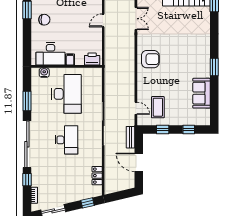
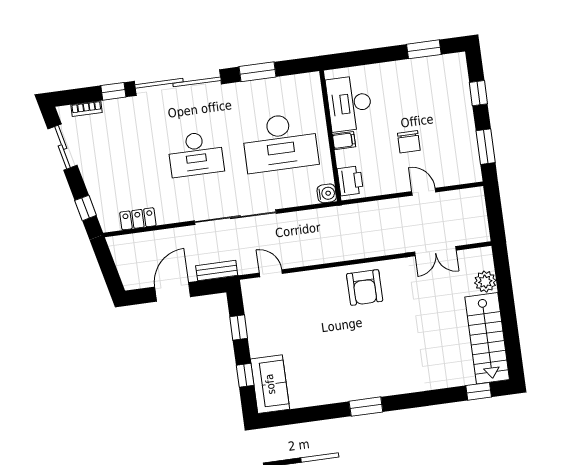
chair: (44, 20) -> (409, 142), moved
water cooler: (44, 73) -> (327, 193), moved
sofa: (201, 93) -> (270, 384), moved, turned 90
coffee table: (158, 107) -> (278, 313), removed
door: (136, 108) -> (271, 273), swing flipped

